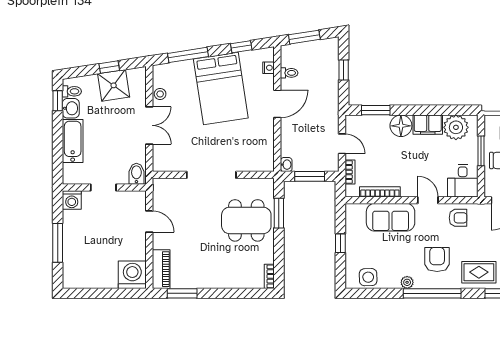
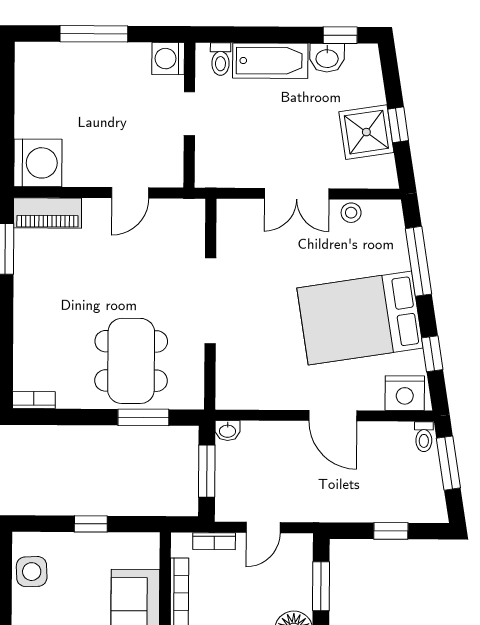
nightstand: (268, 68) -> (405, 393), width x1.89, depth x1.79
toilet: (289, 73) -> (424, 437), moved
toilet: (72, 91) -> (221, 59), moved
bidet: (136, 174) -> (213, 171), removed

